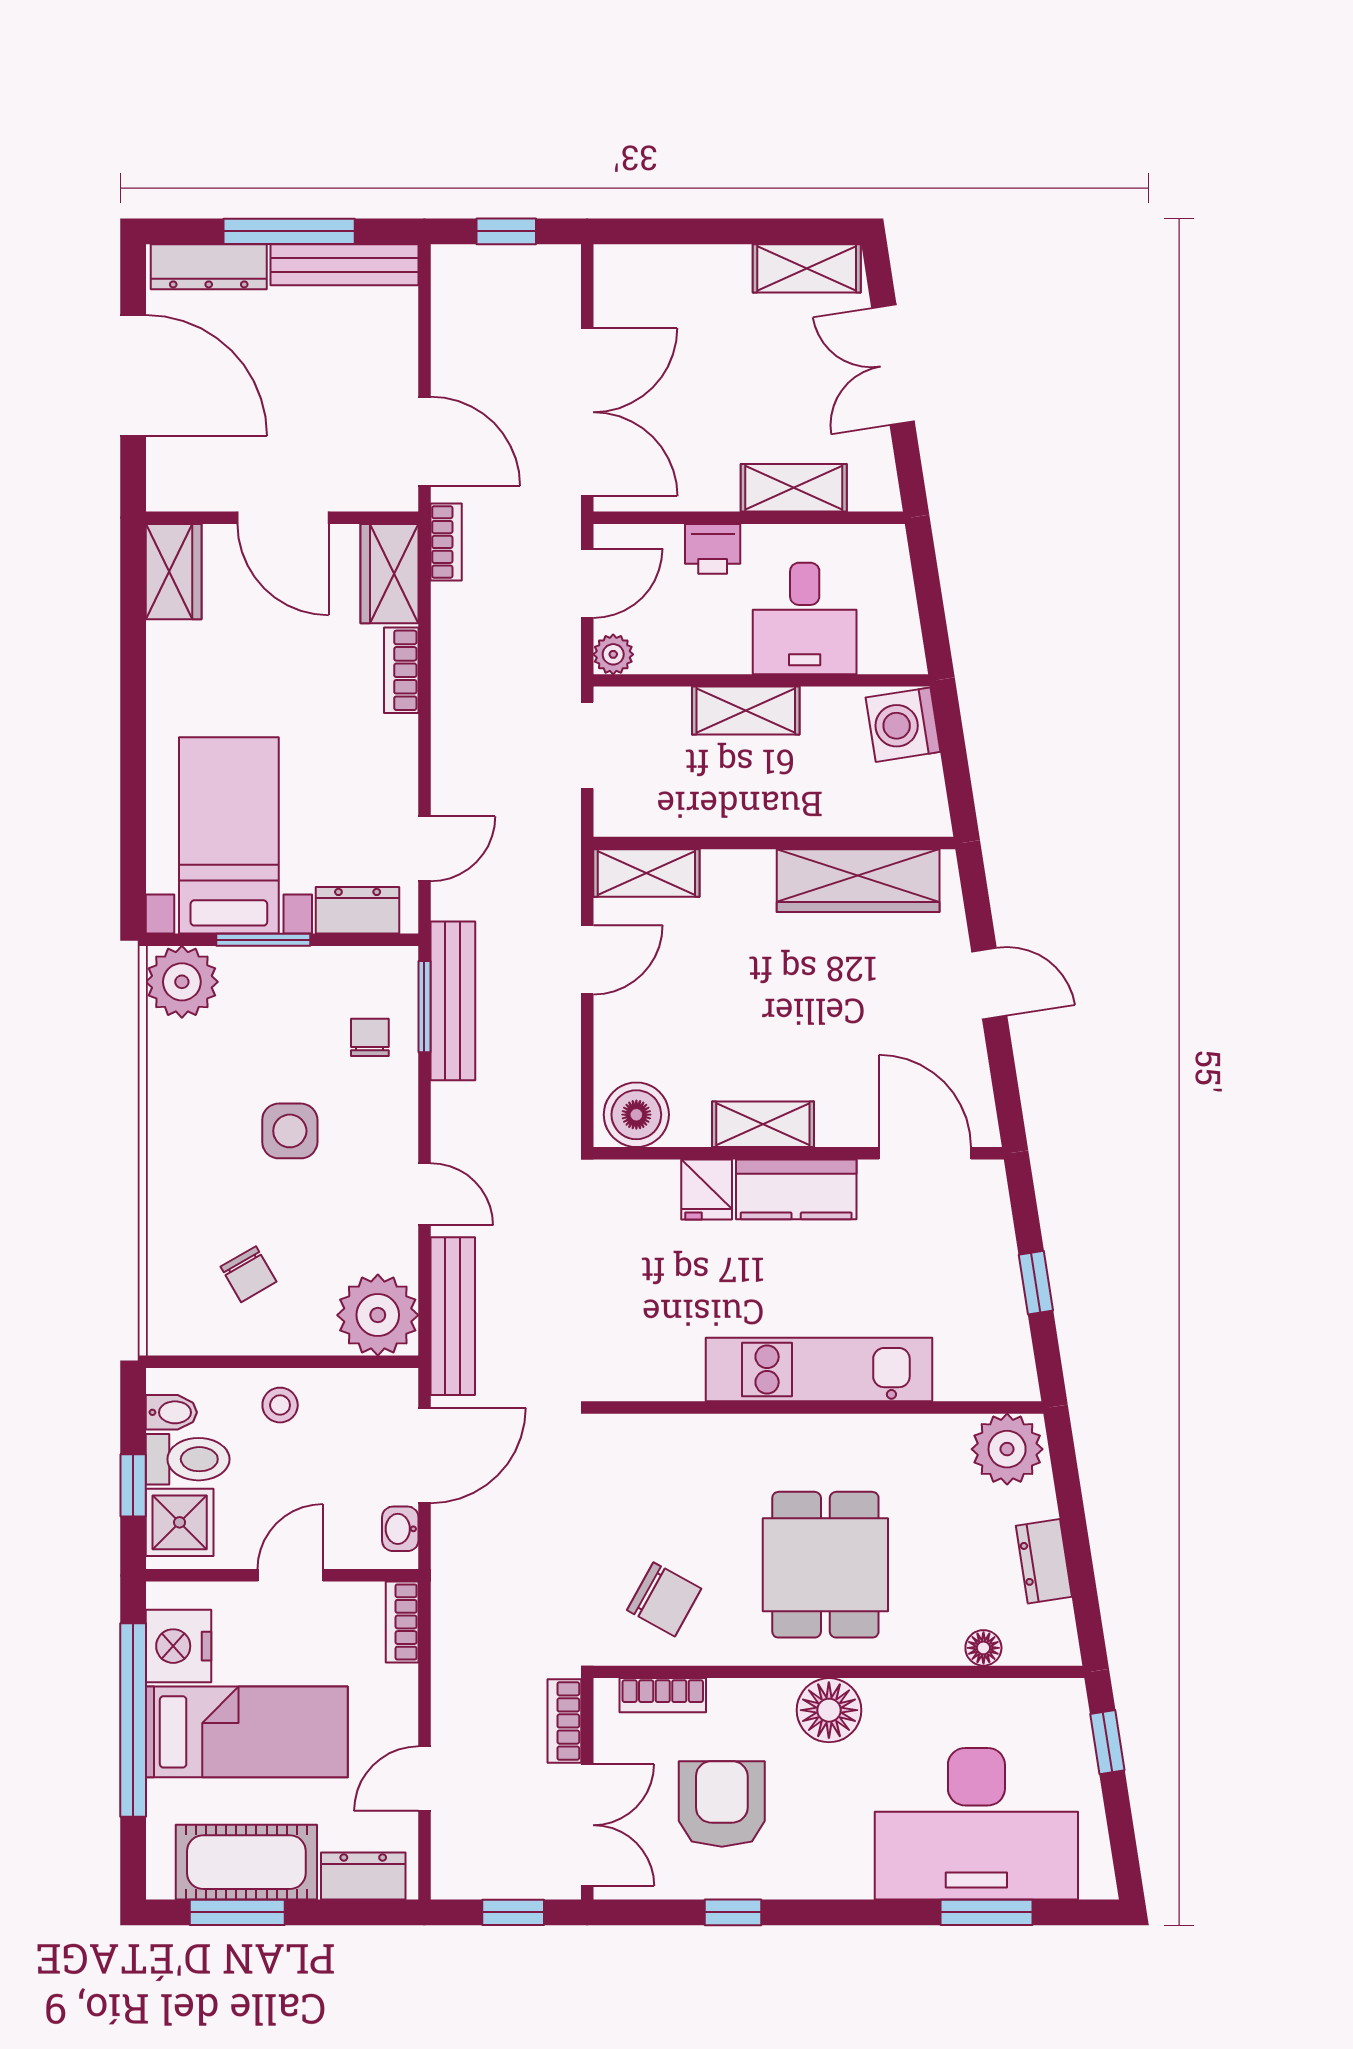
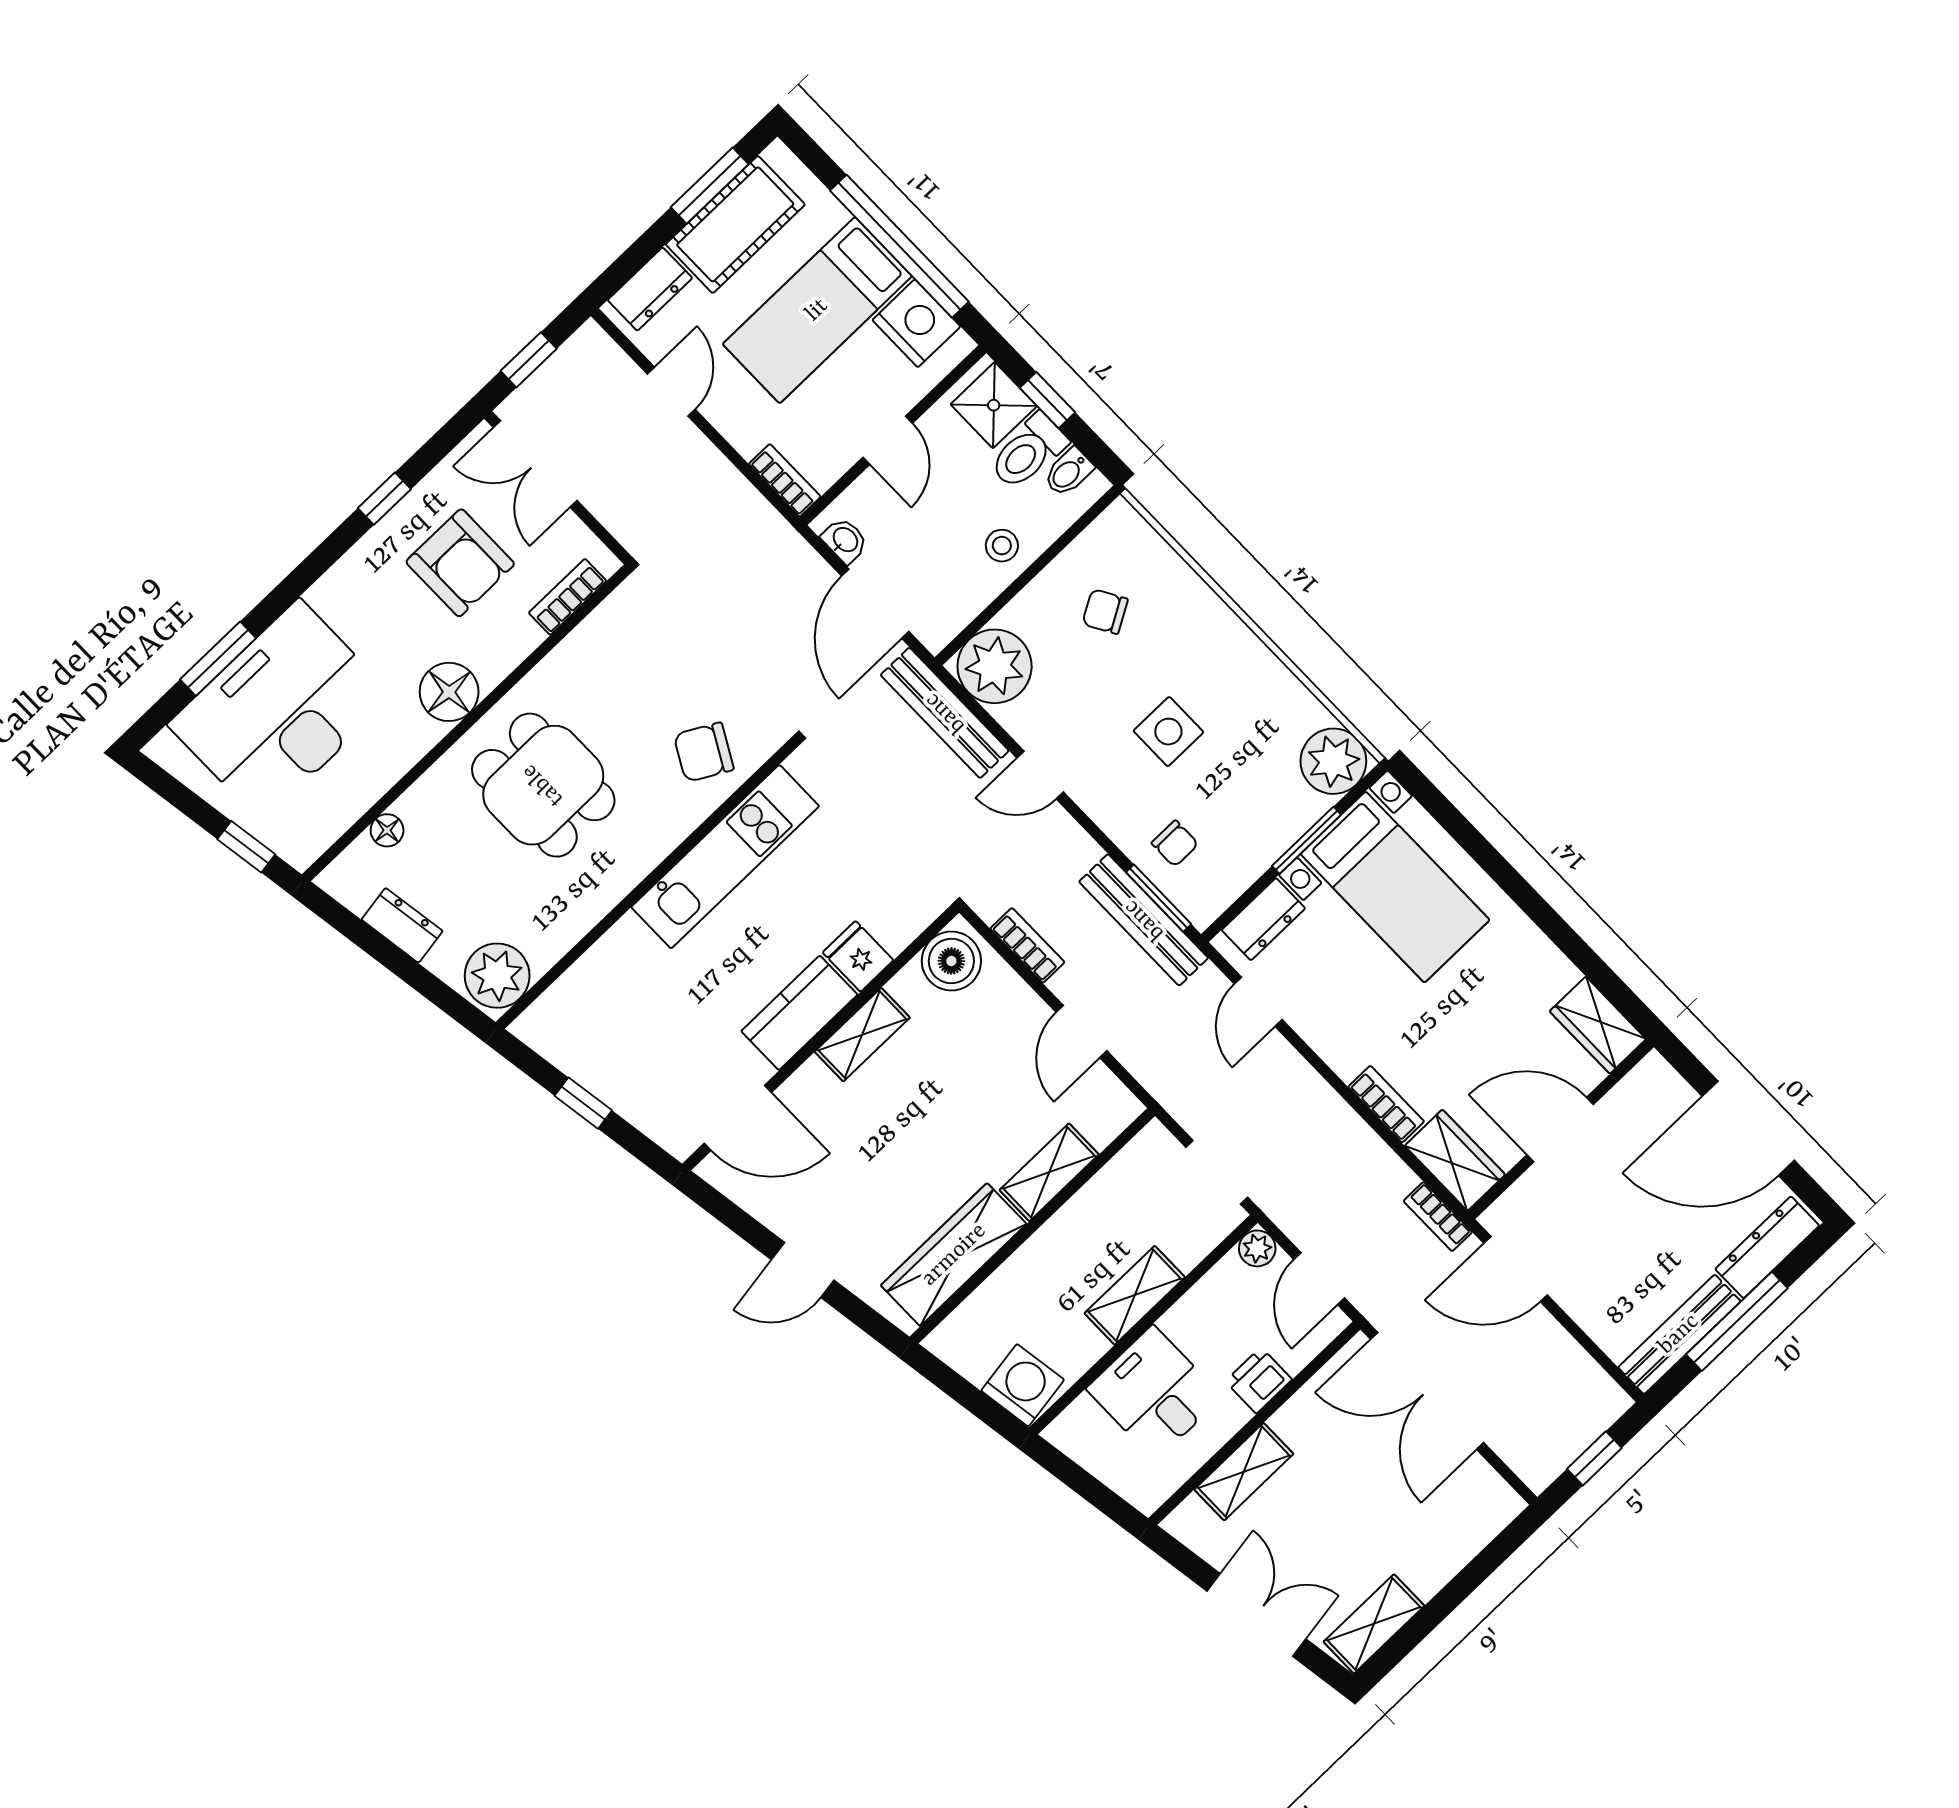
shelving: (646, 873) -> (1049, 1172), moved
kitchen unit: (819, 1370) -> (725, 857), moved
chair: (664, 1599) -> (704, 752), moved
bookcase: (564, 1721) -> (1027, 945), moved

